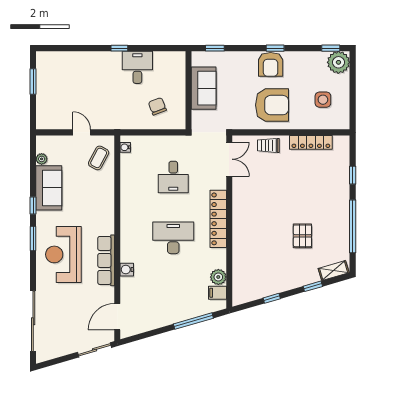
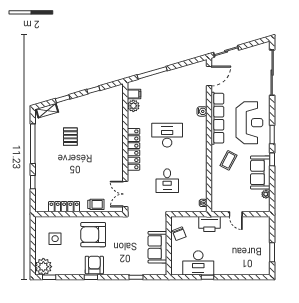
desk: (137, 67) -> (198, 263), width x1.37
sofa: (204, 88) -> (157, 247), moved
wall: (189, 90) -> (169, 246), moved
printer: (117, 119) -> (209, 224), added
coffee table: (99, 158) -> (228, 160), moved
desk: (173, 177) -> (167, 181), turned 180
desk: (173, 238) -> (167, 135), turned 180
row of seats: (106, 260) -> (217, 118), width x1.36

